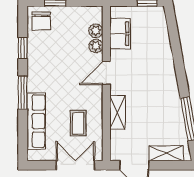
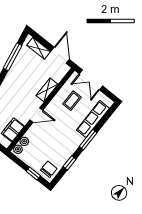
plant: (96, 46) -> (18, 149), moved

